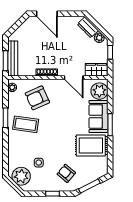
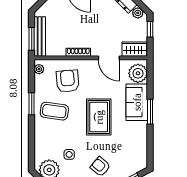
armchair: (37, 98) -> (68, 81), turned 109
rug: (91, 145) -> (99, 117), moved, turned 90

